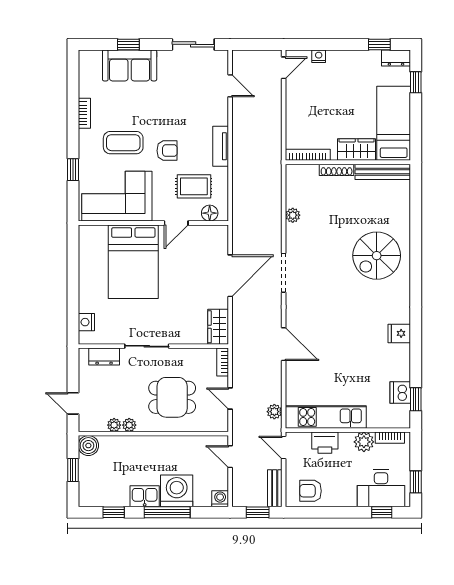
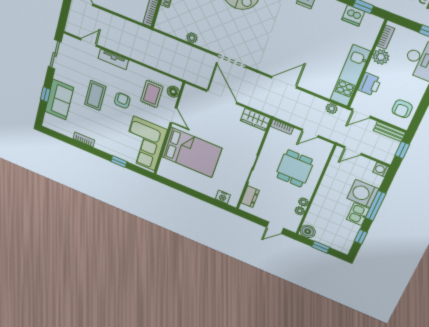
coffee table: (123, 143) -> (95, 95), moved
tv unit: (221, 146) -> (113, 59), moved

